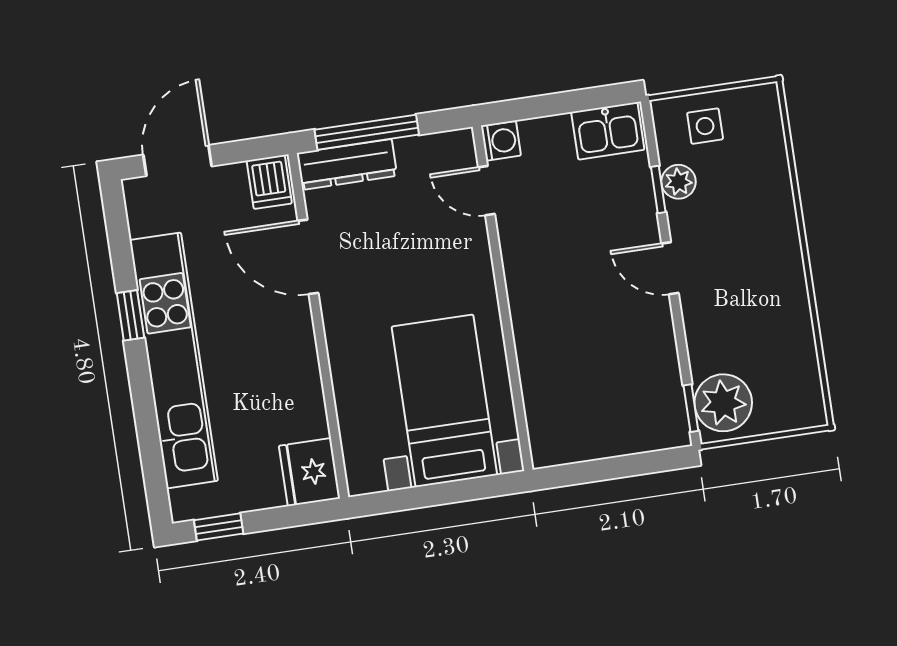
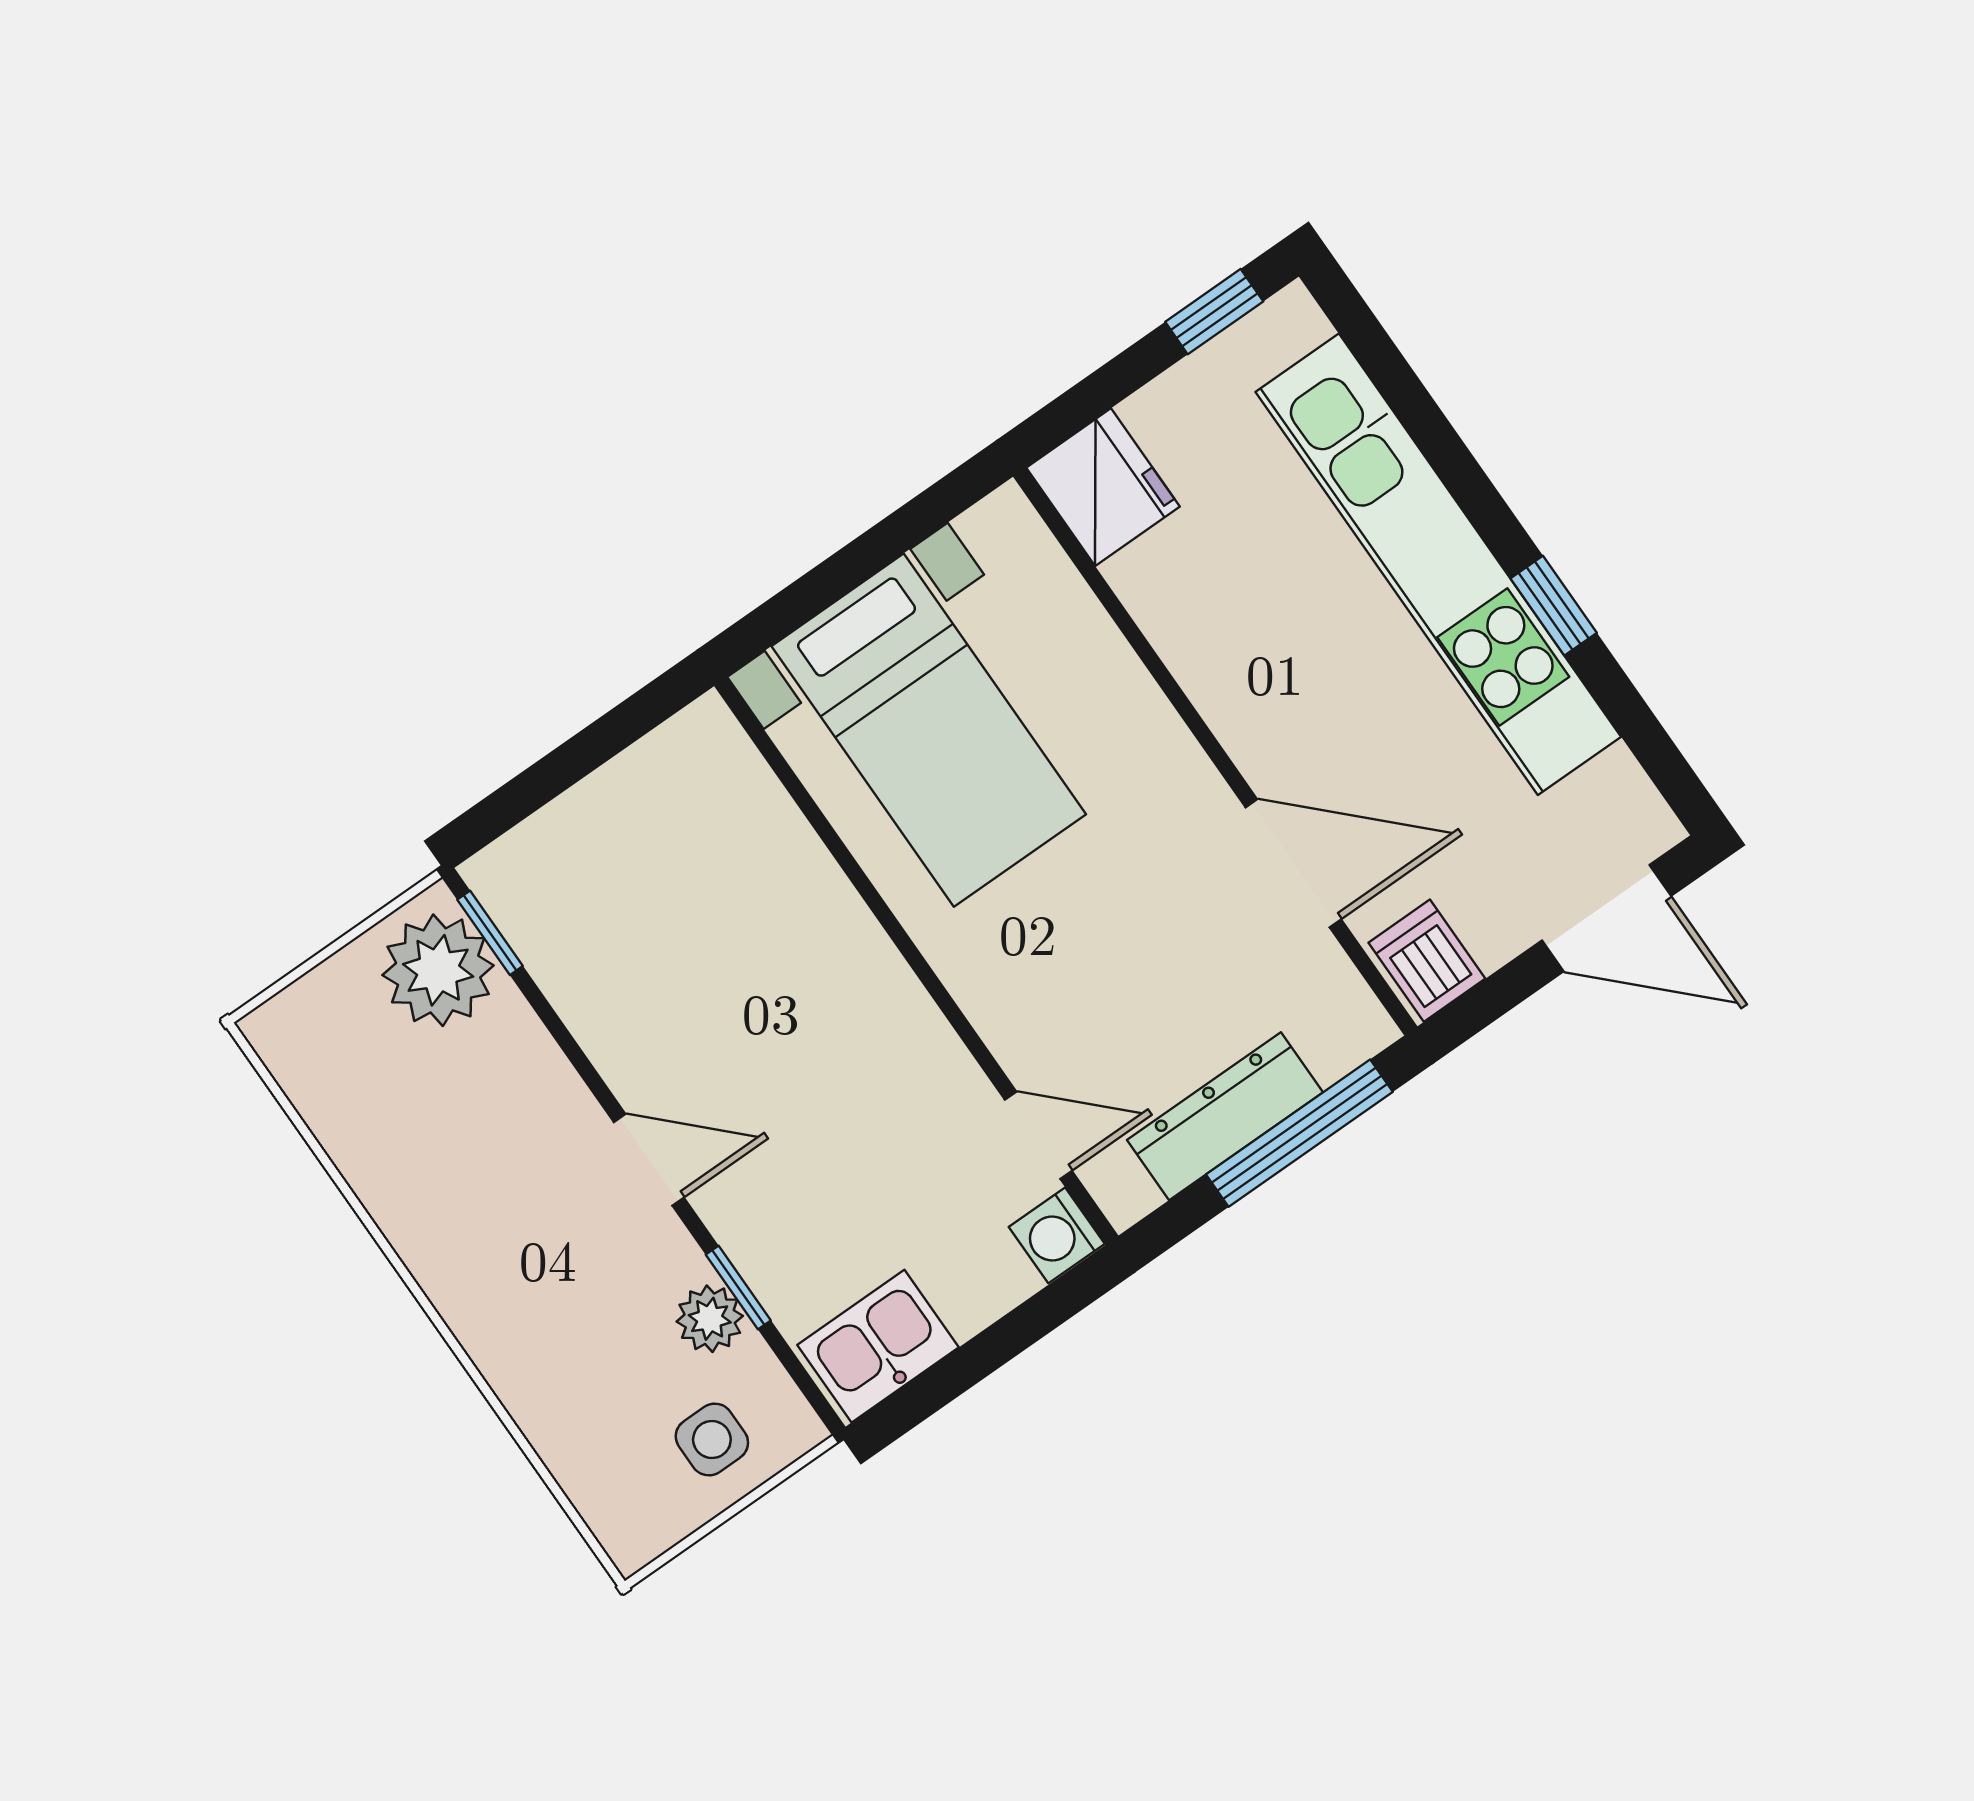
door: (177, 160) -> (1607, 918), hinge flipped
dresser: (347, 164) -> (1225, 1116), moved

